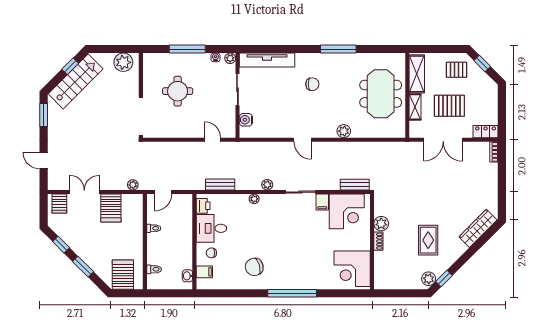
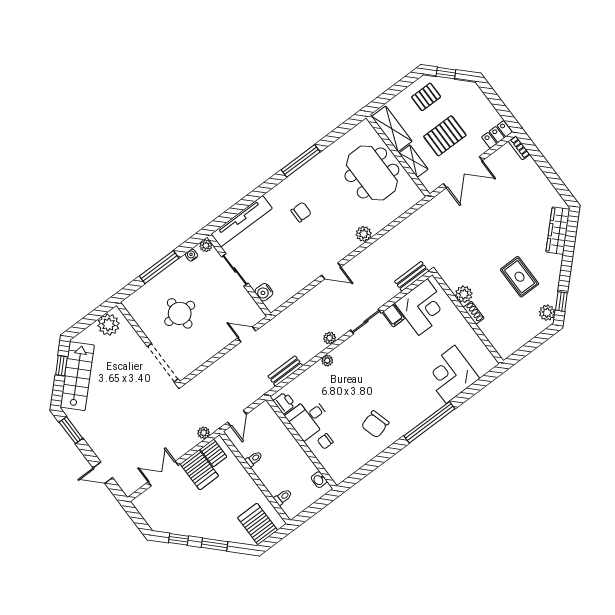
server rack: (59, 204) -> (213, 453), moved
corner desk: (352, 269) -> (451, 374), moved, turned 90
filing cabinet: (204, 272) -> (332, 464), removed

